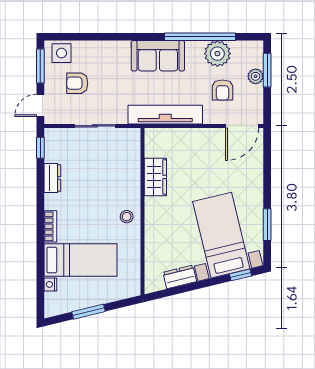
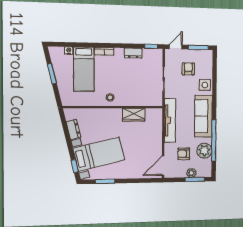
side table: (62, 53) -> (205, 85), moved
sofa: (158, 56) -> (203, 116), width x1.36
door: (40, 105) -> (176, 47), hinge flipped
door: (242, 126) -> (163, 166), hinge flipped

